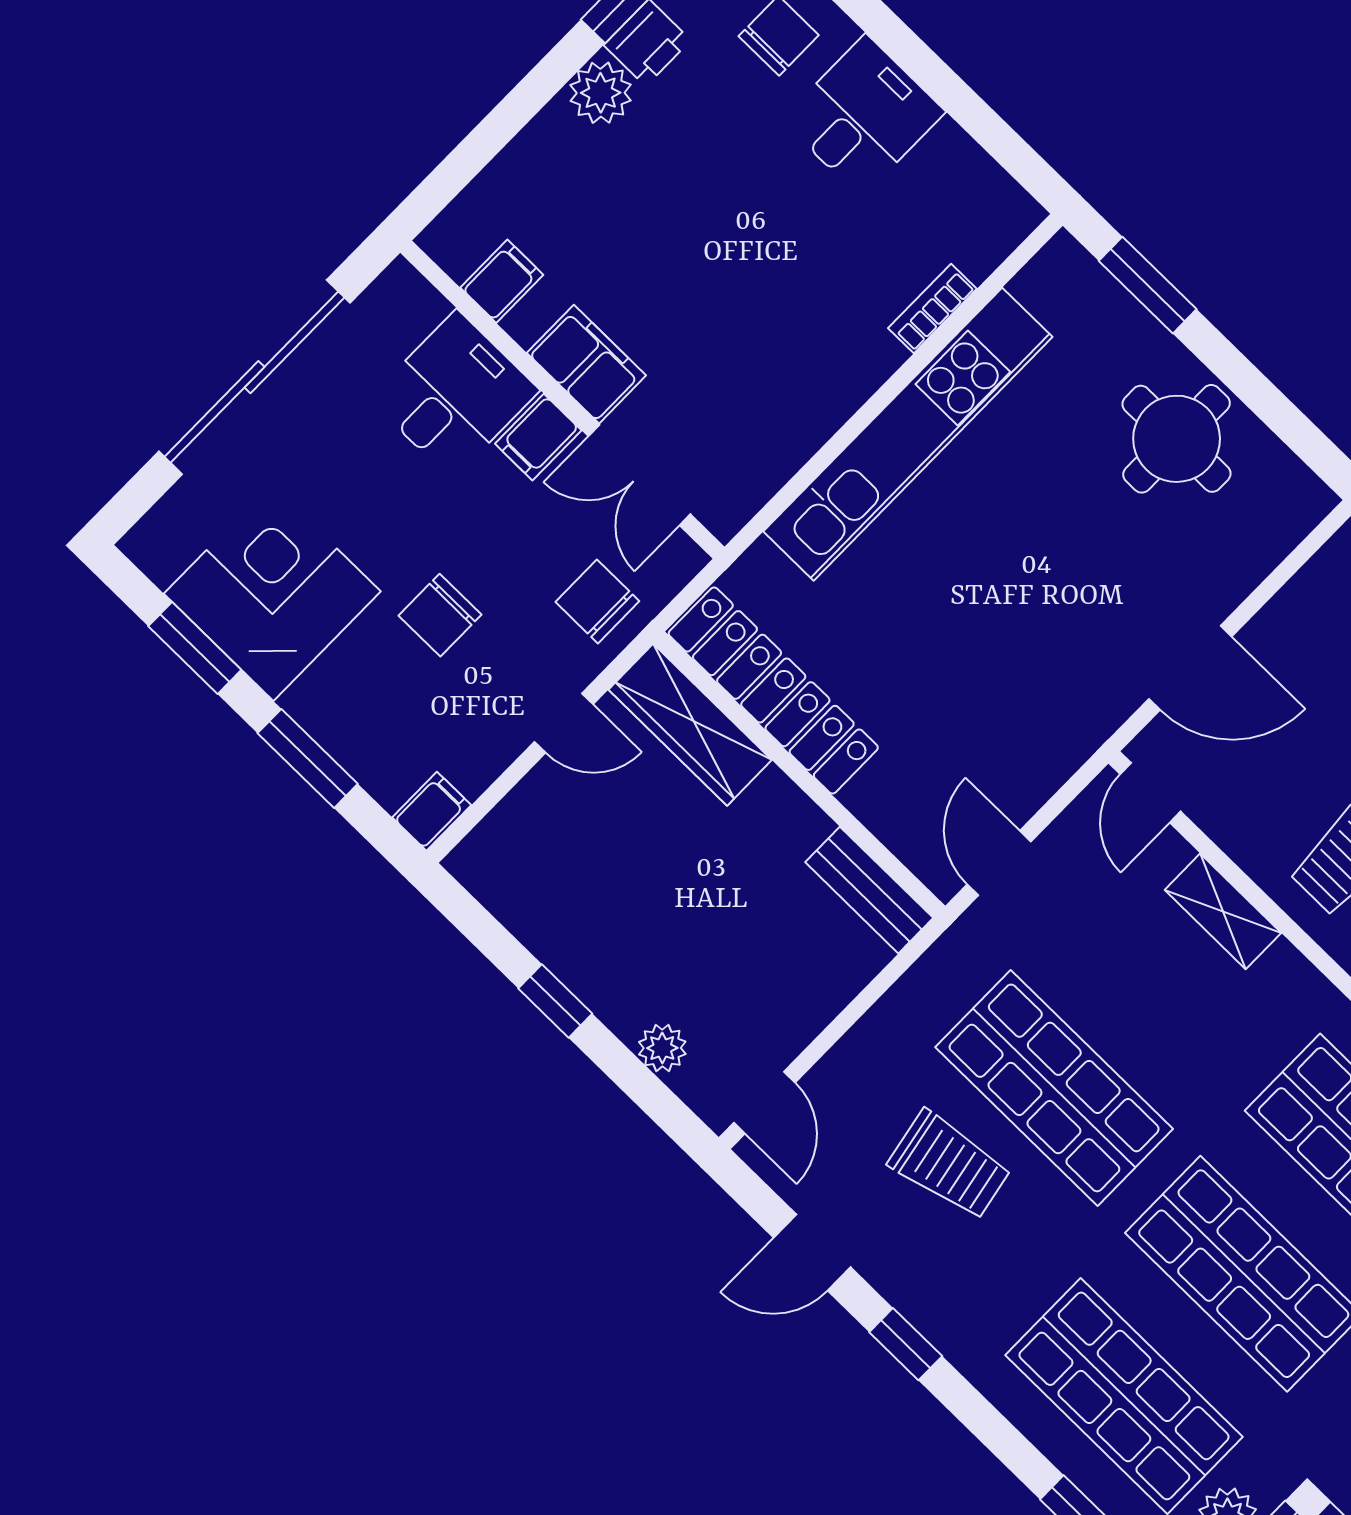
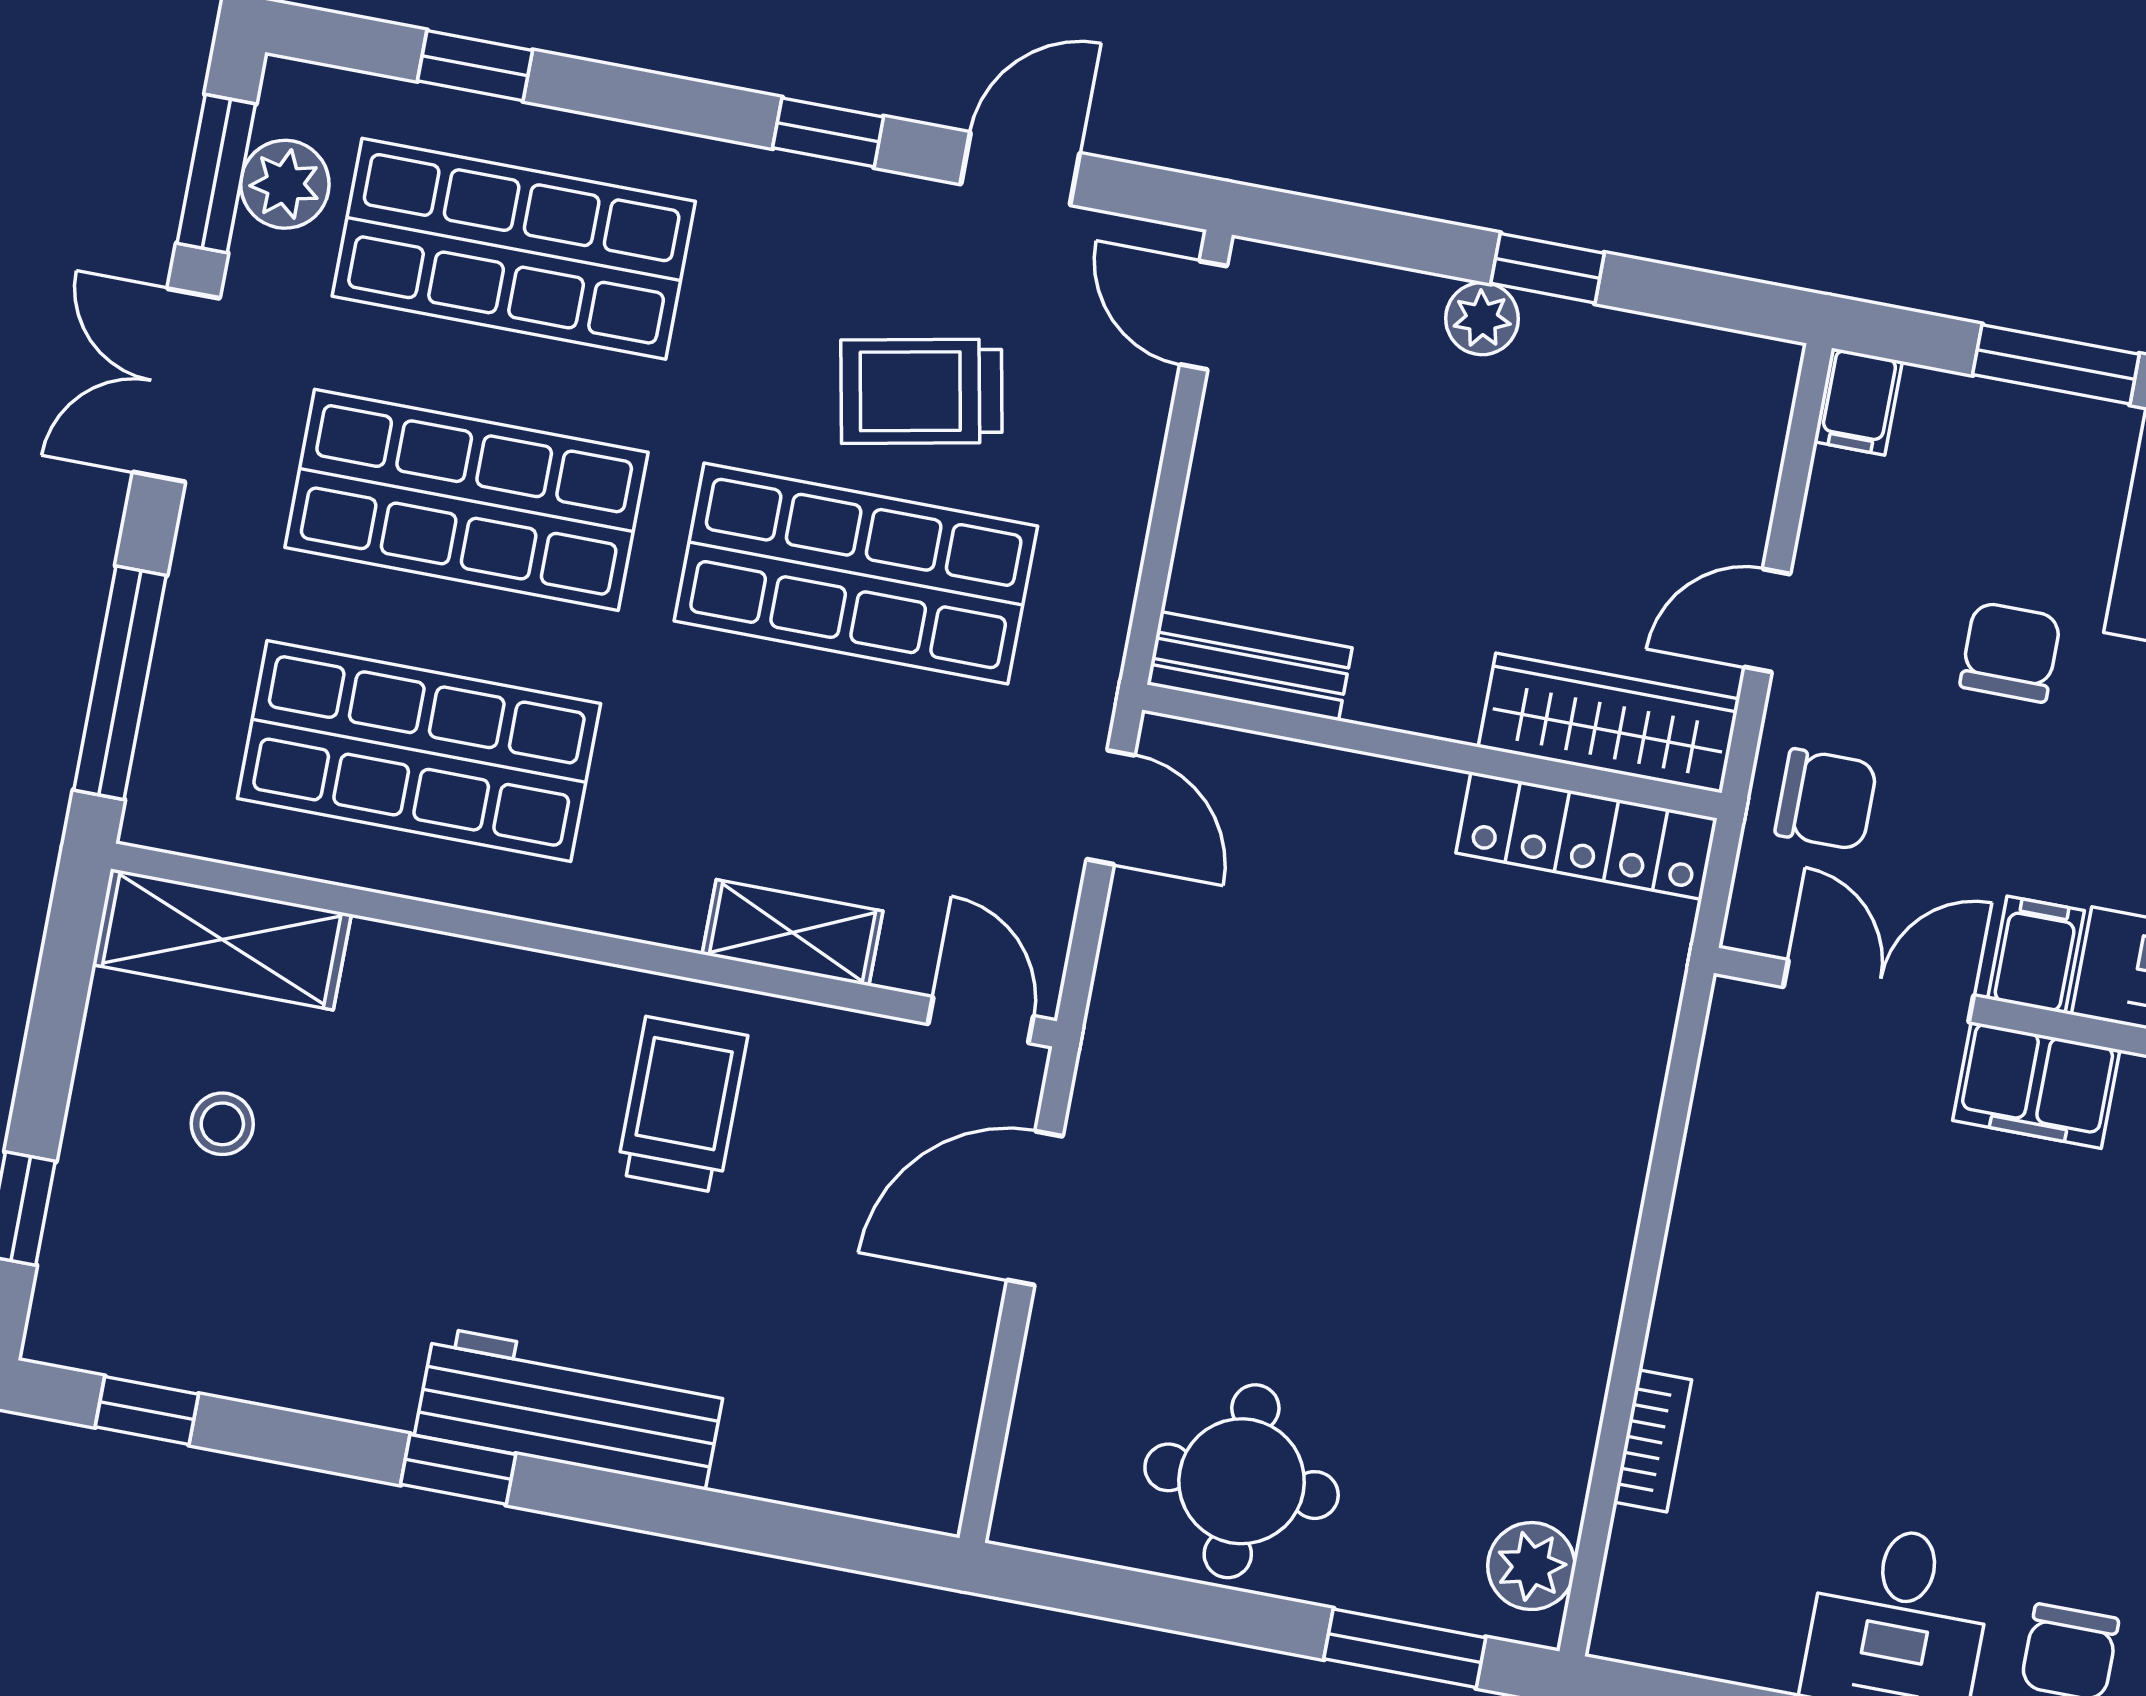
plant: (1047, 284) -> (1531, 1566), added
kitchen unit: (908, 434) -> (1579, 1264), removed
locker: (773, 691) -> (1586, 836), width x0.71, depth x0.83
plant: (662, 1048) -> (1482, 319), moved

